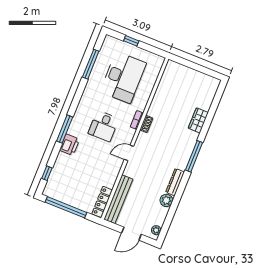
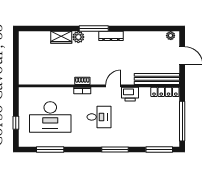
desk: (123, 77) -> (50, 117), turned 180
printer: (69, 145) -> (130, 94), moved, turned 180
door: (129, 153) -> (113, 86), swing flipped
window: (47, 173) -> (159, 150), width x2.17
dresser: (175, 182) -> (111, 36), moved
plant: (166, 200) -> (78, 37), moved

